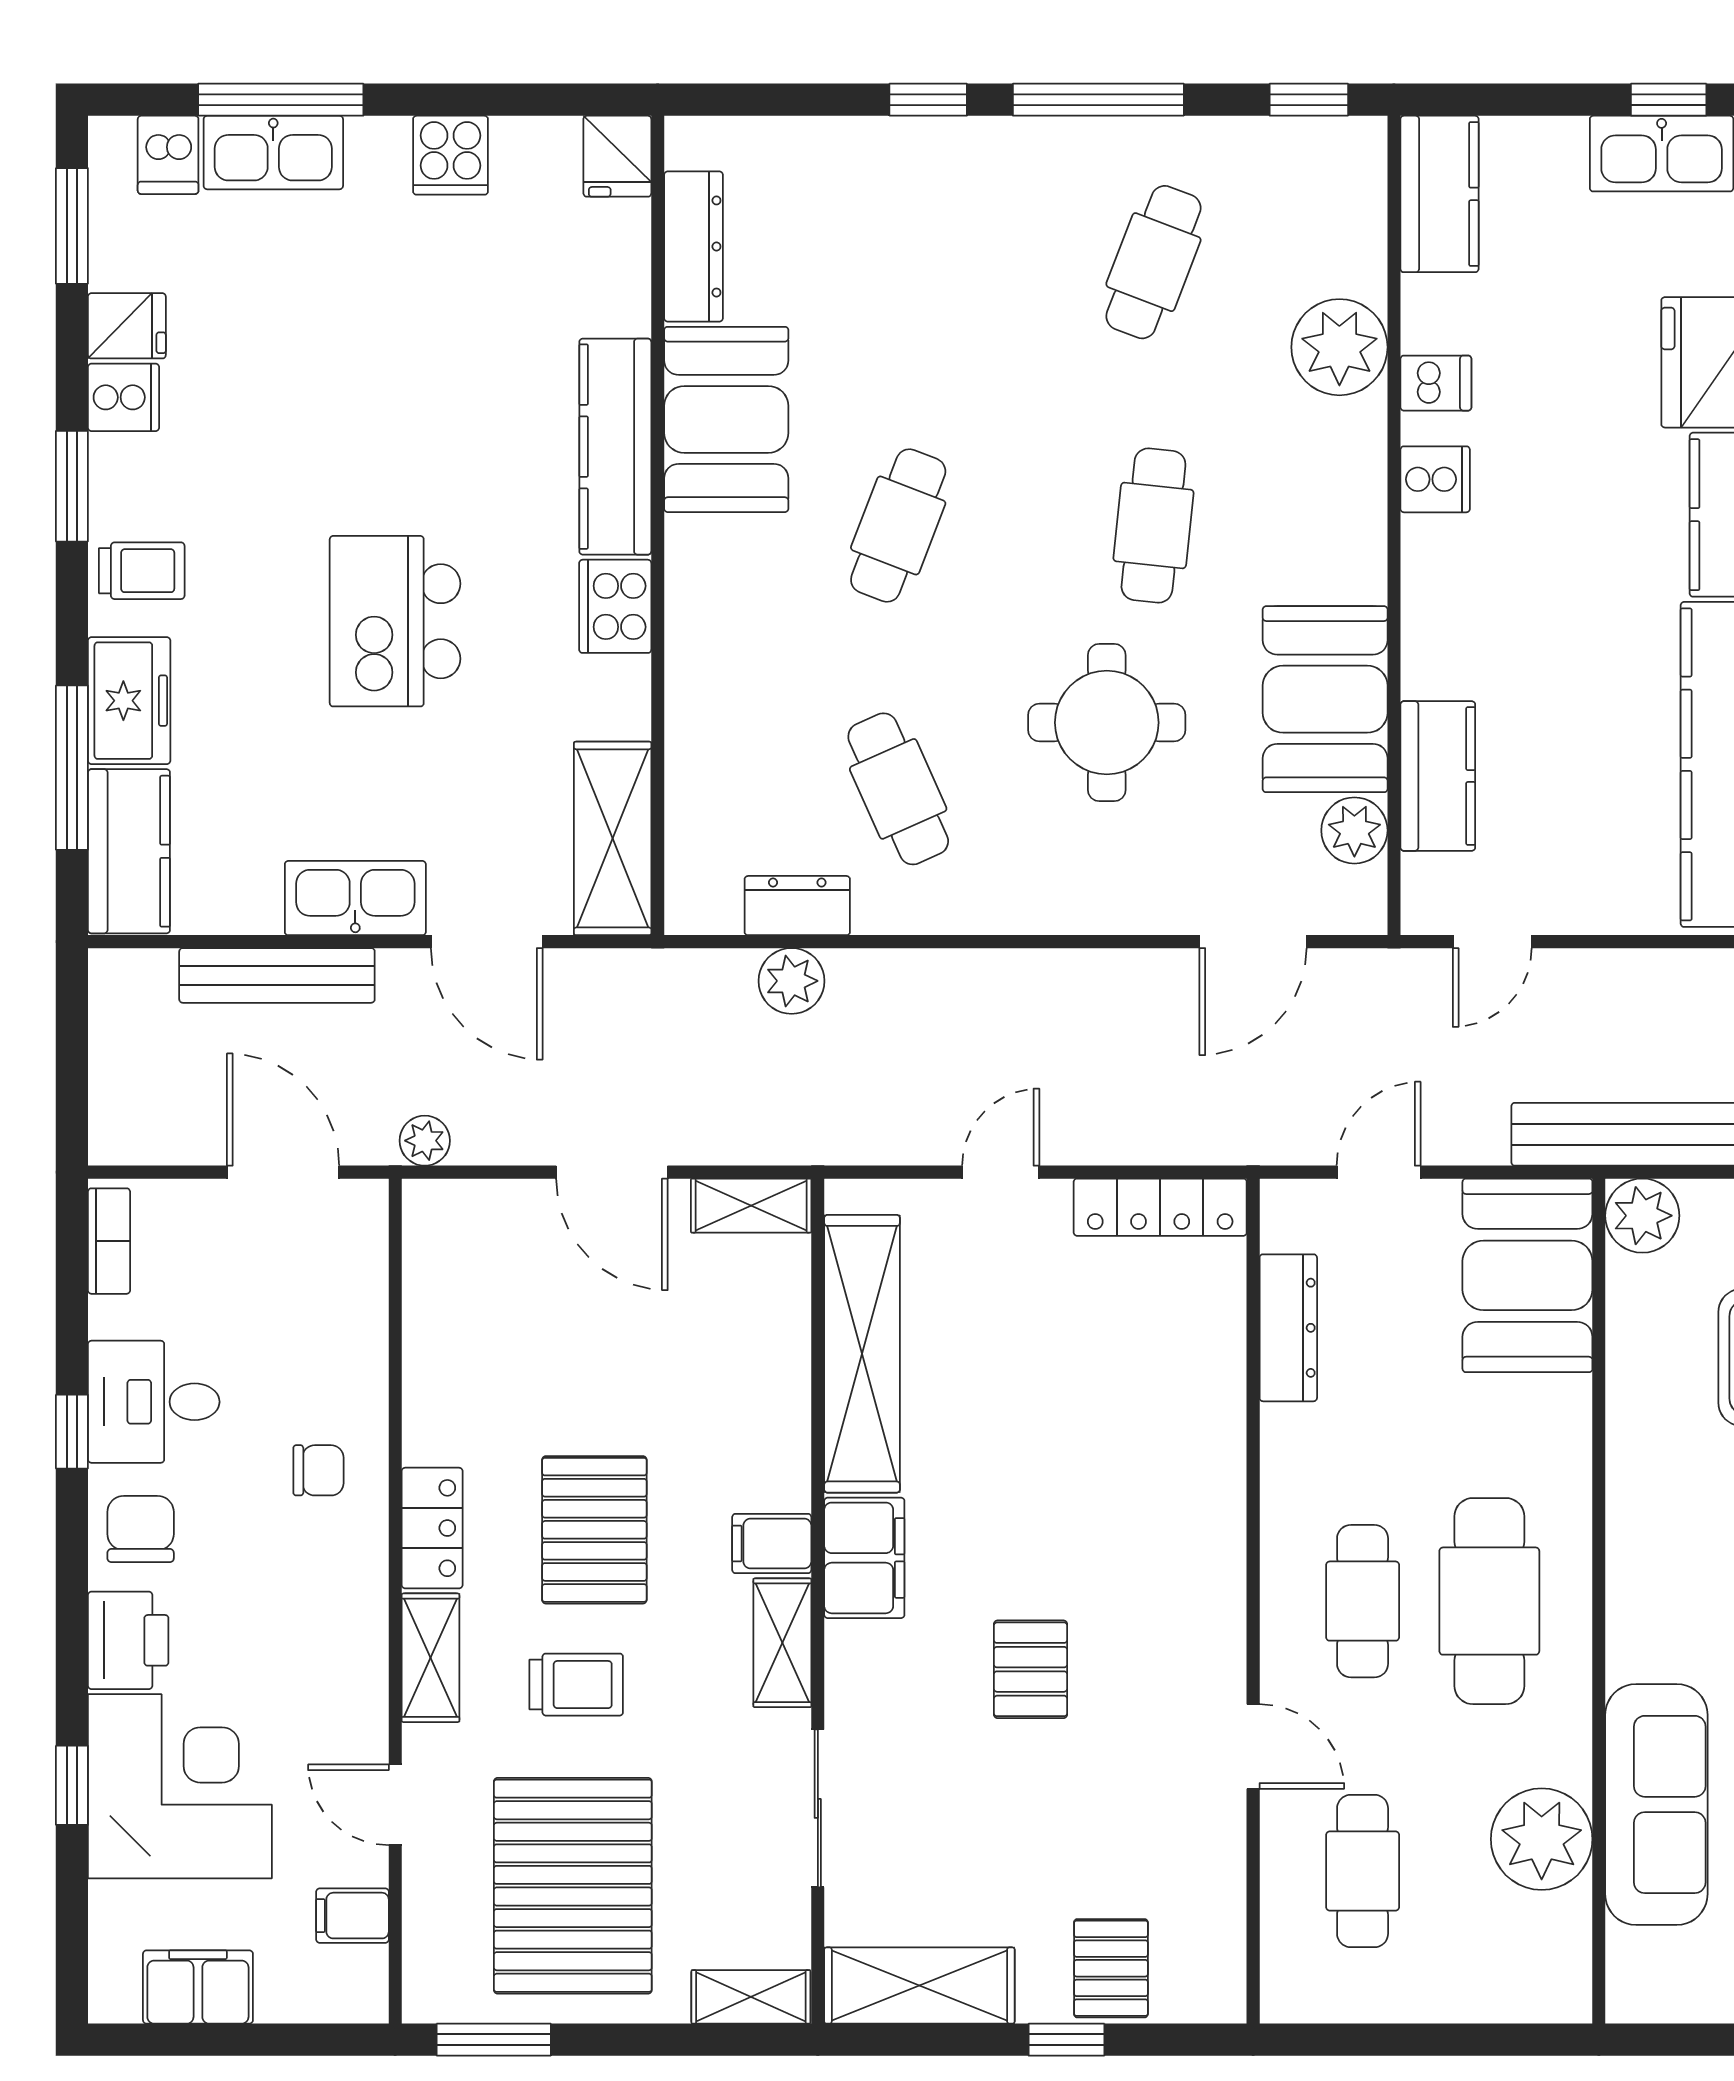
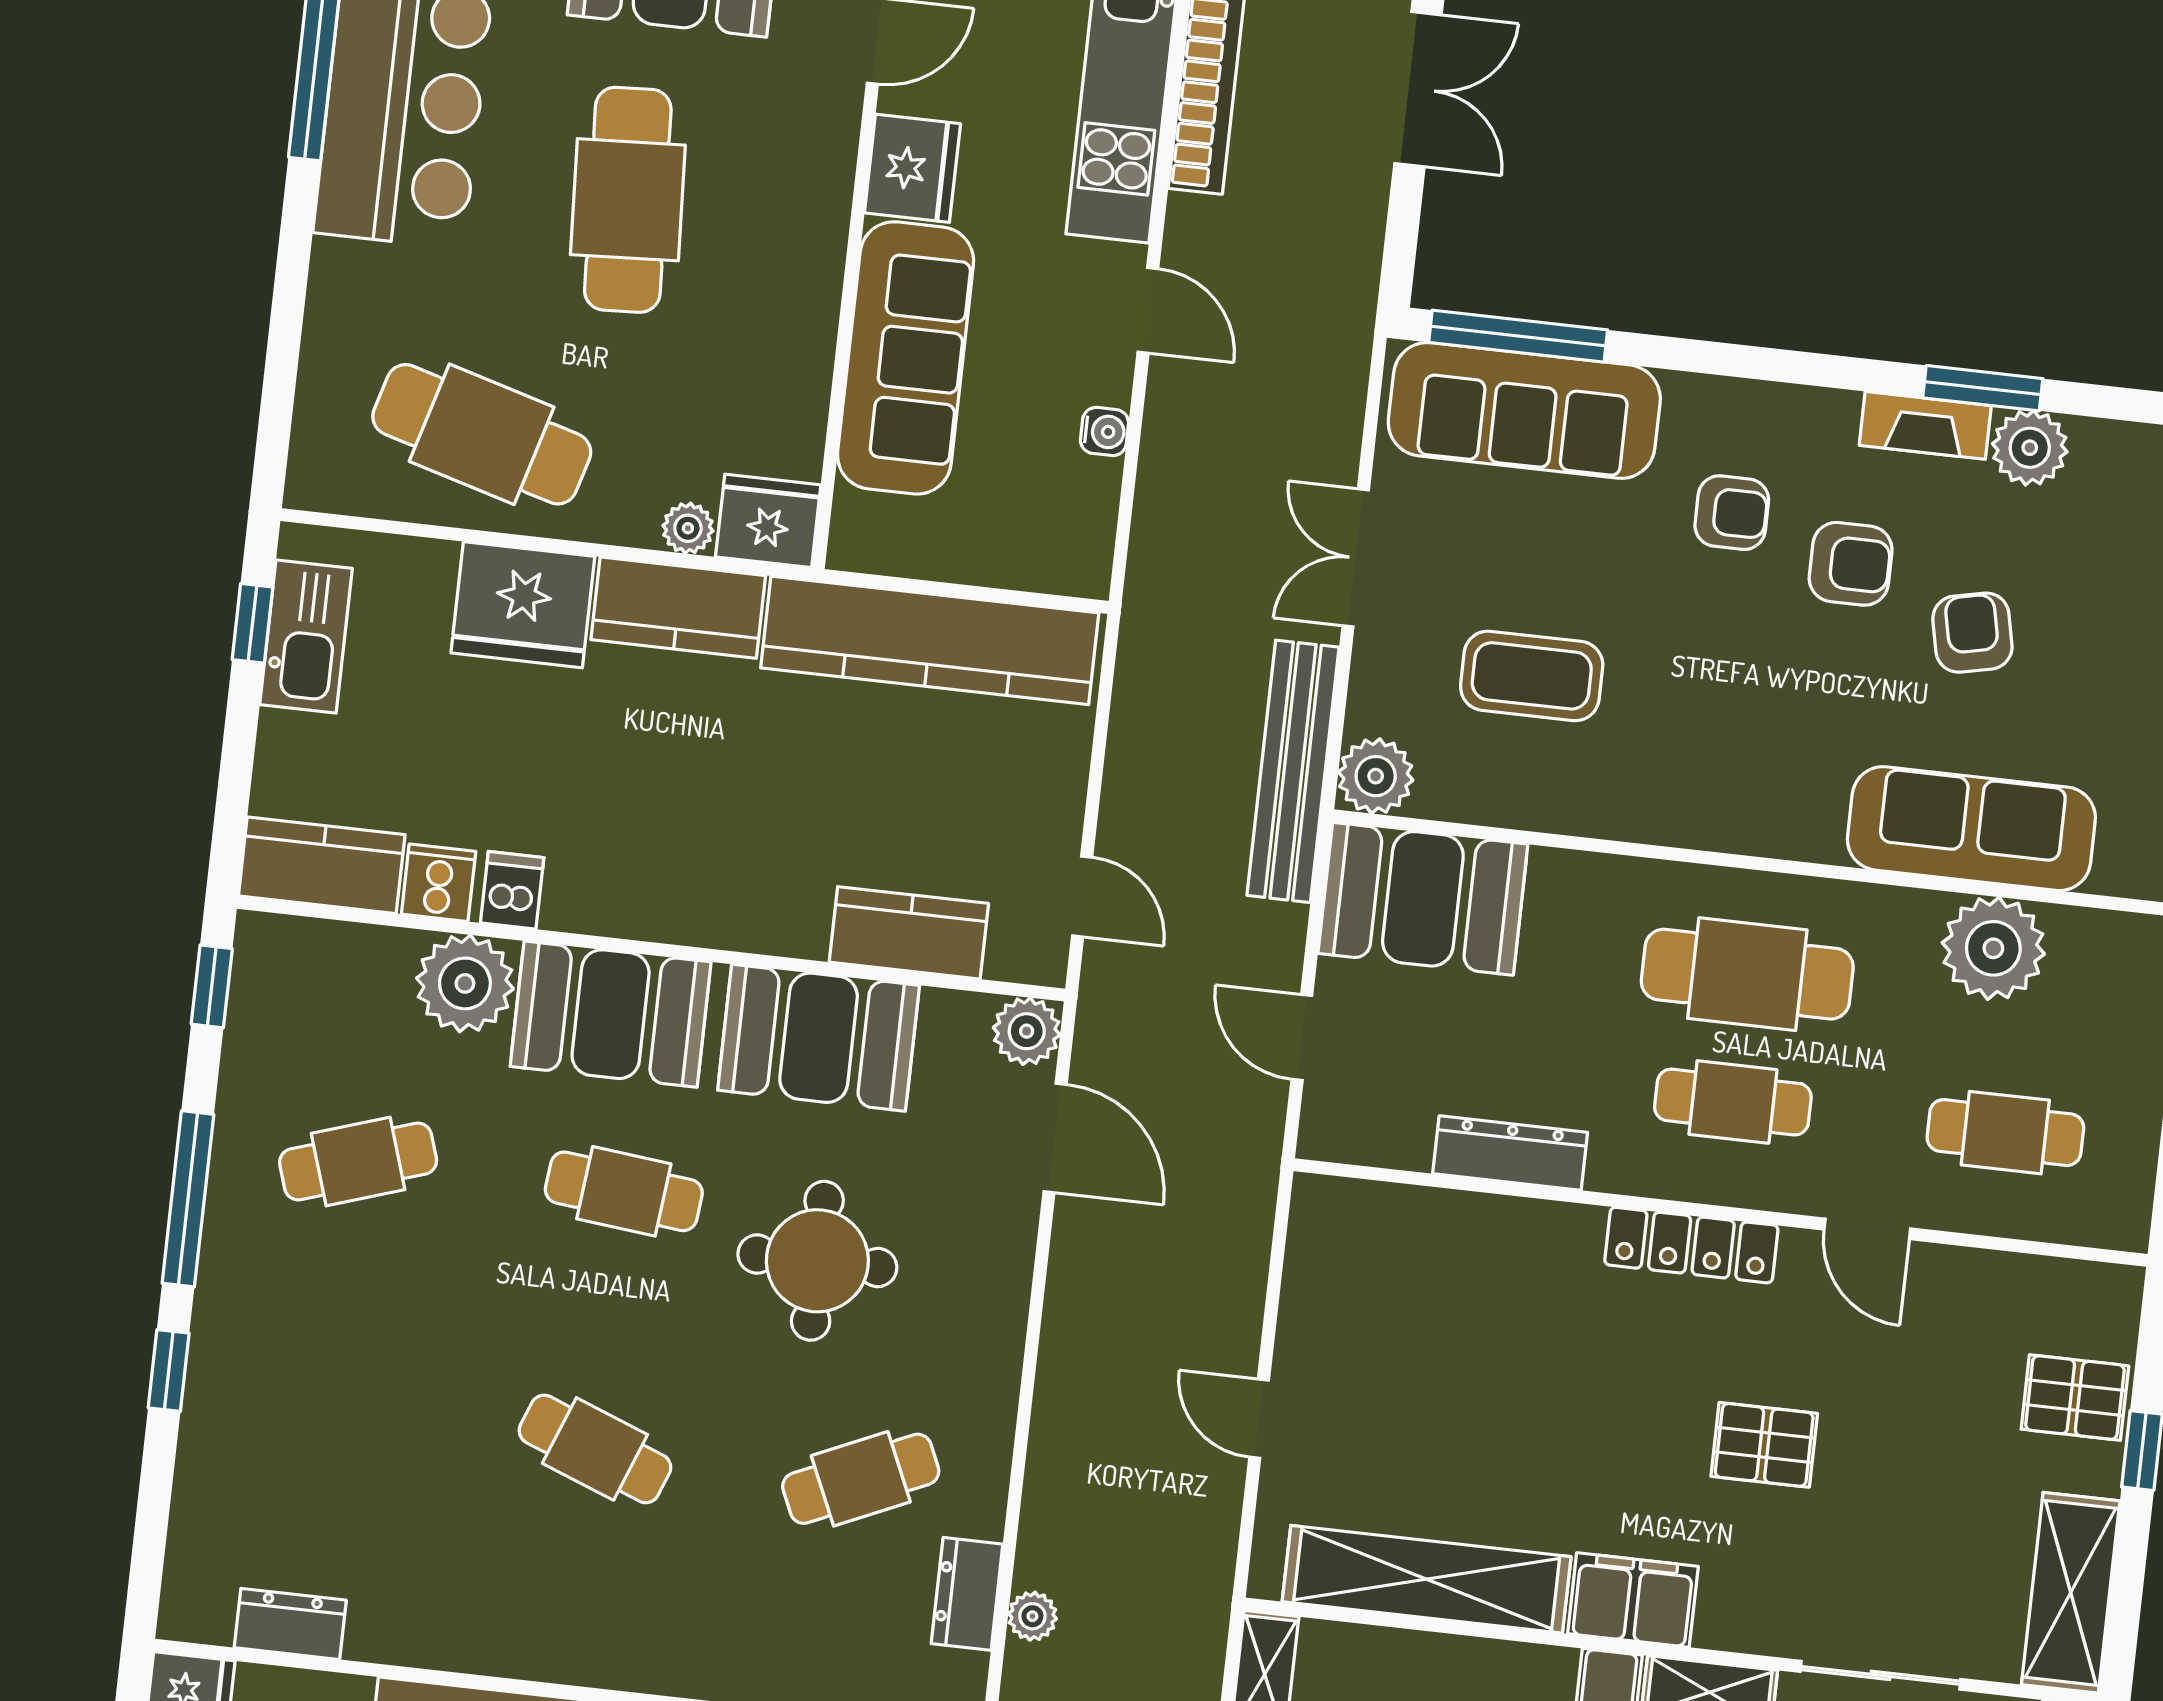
dresser: (693, 246) -> (290, 1624), width x0.70
cafe table: (1153, 262) -> (358, 1162), turned -39
booth: (726, 419) -> (611, 1014), moved
cooker: (1435, 479) -> (439, 883), moved
plant: (1354, 830) -> (1027, 1031), moved
plant: (792, 981) -> (1032, 1616), width x0.73, depth x0.73
locker: (1160, 1207) -> (1691, 1245), moved, turned 90
dresser: (1288, 1328) -> (1510, 1153), moved
door: (1253, 1747) -> (1867, 1229), swing flipped

